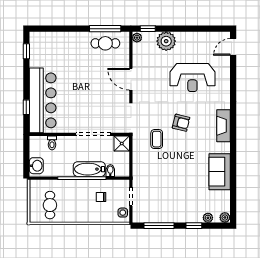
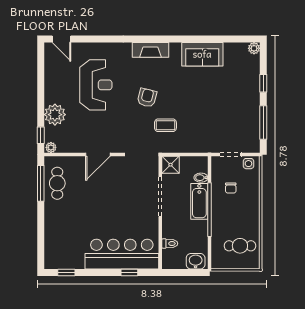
plant: (208, 218) -> (254, 67), removed

